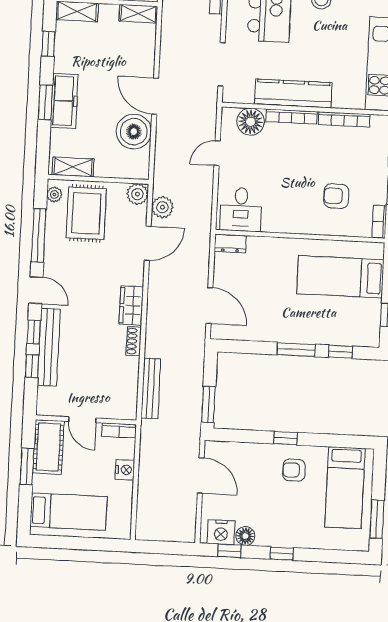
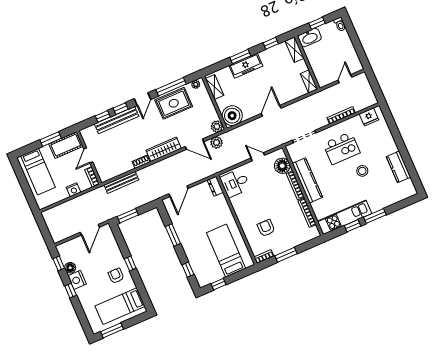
boiler: (134, 132) -> (232, 116), moved
rug: (86, 213) -> (174, 103), moved
wardrobe: (131, 306) -> (164, 149), width x1.50
window: (296, 350) -> (173, 235), moved
nightstand: (221, 532) -> (77, 280), moved

